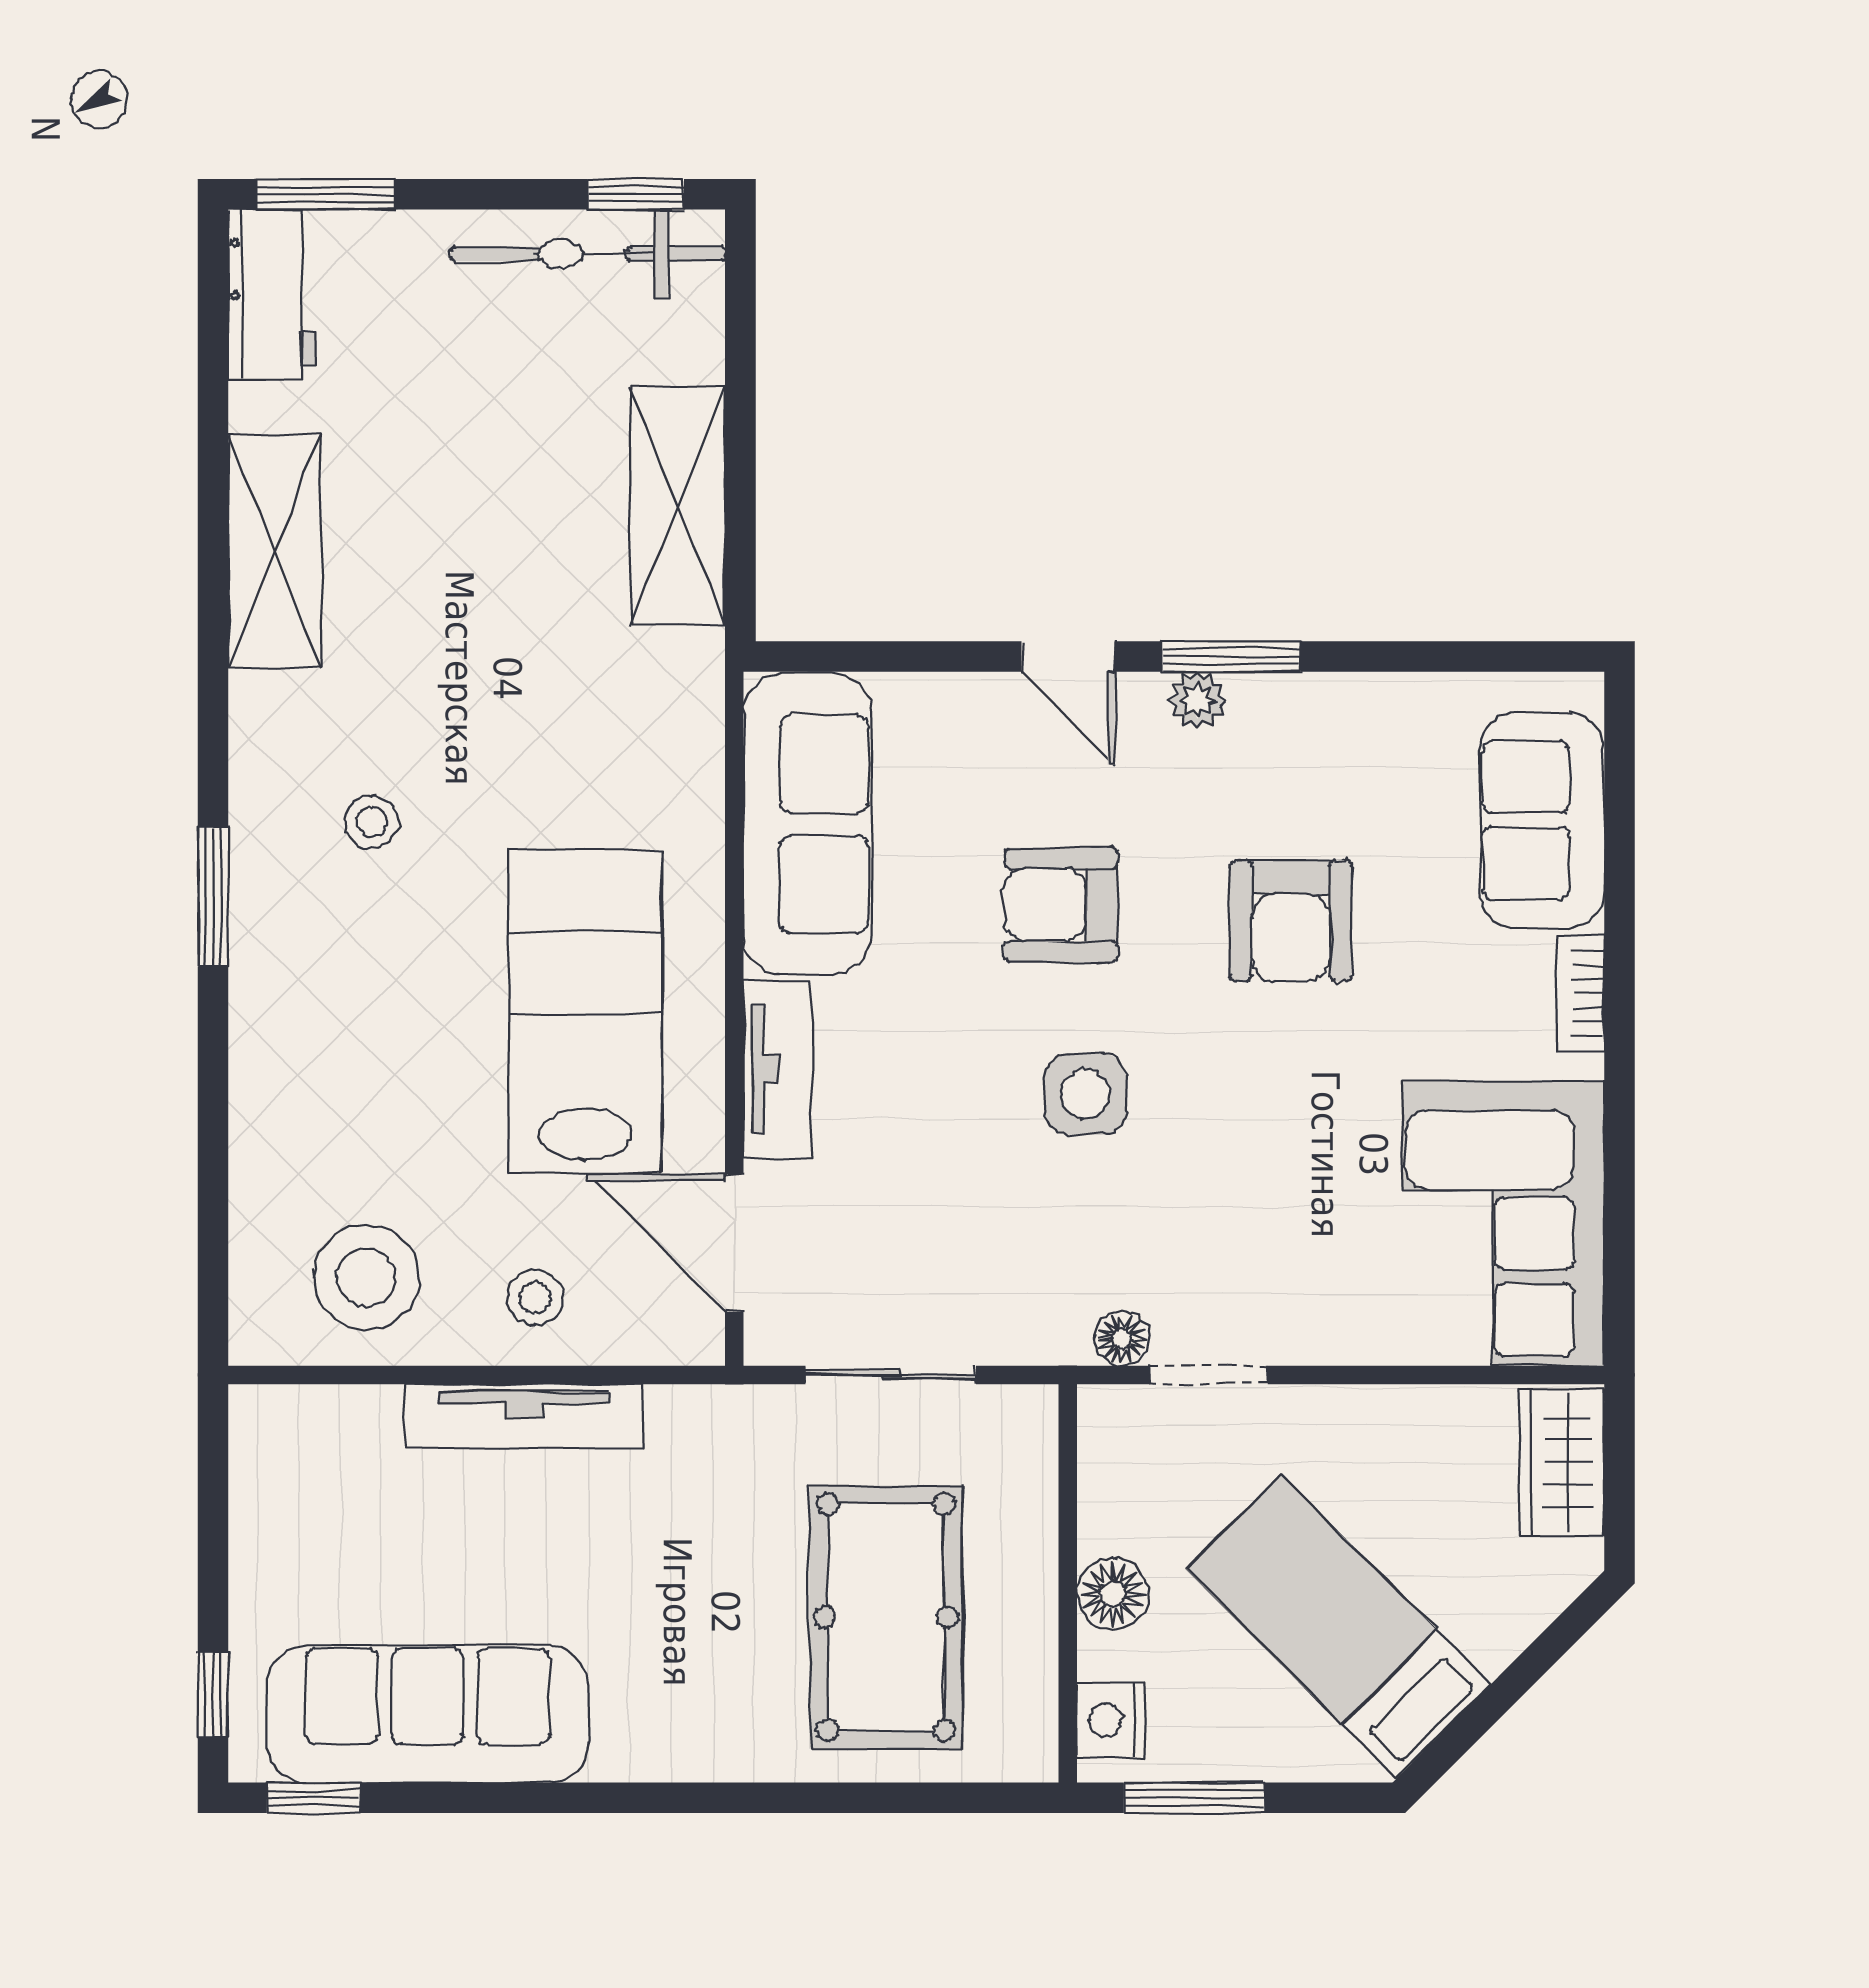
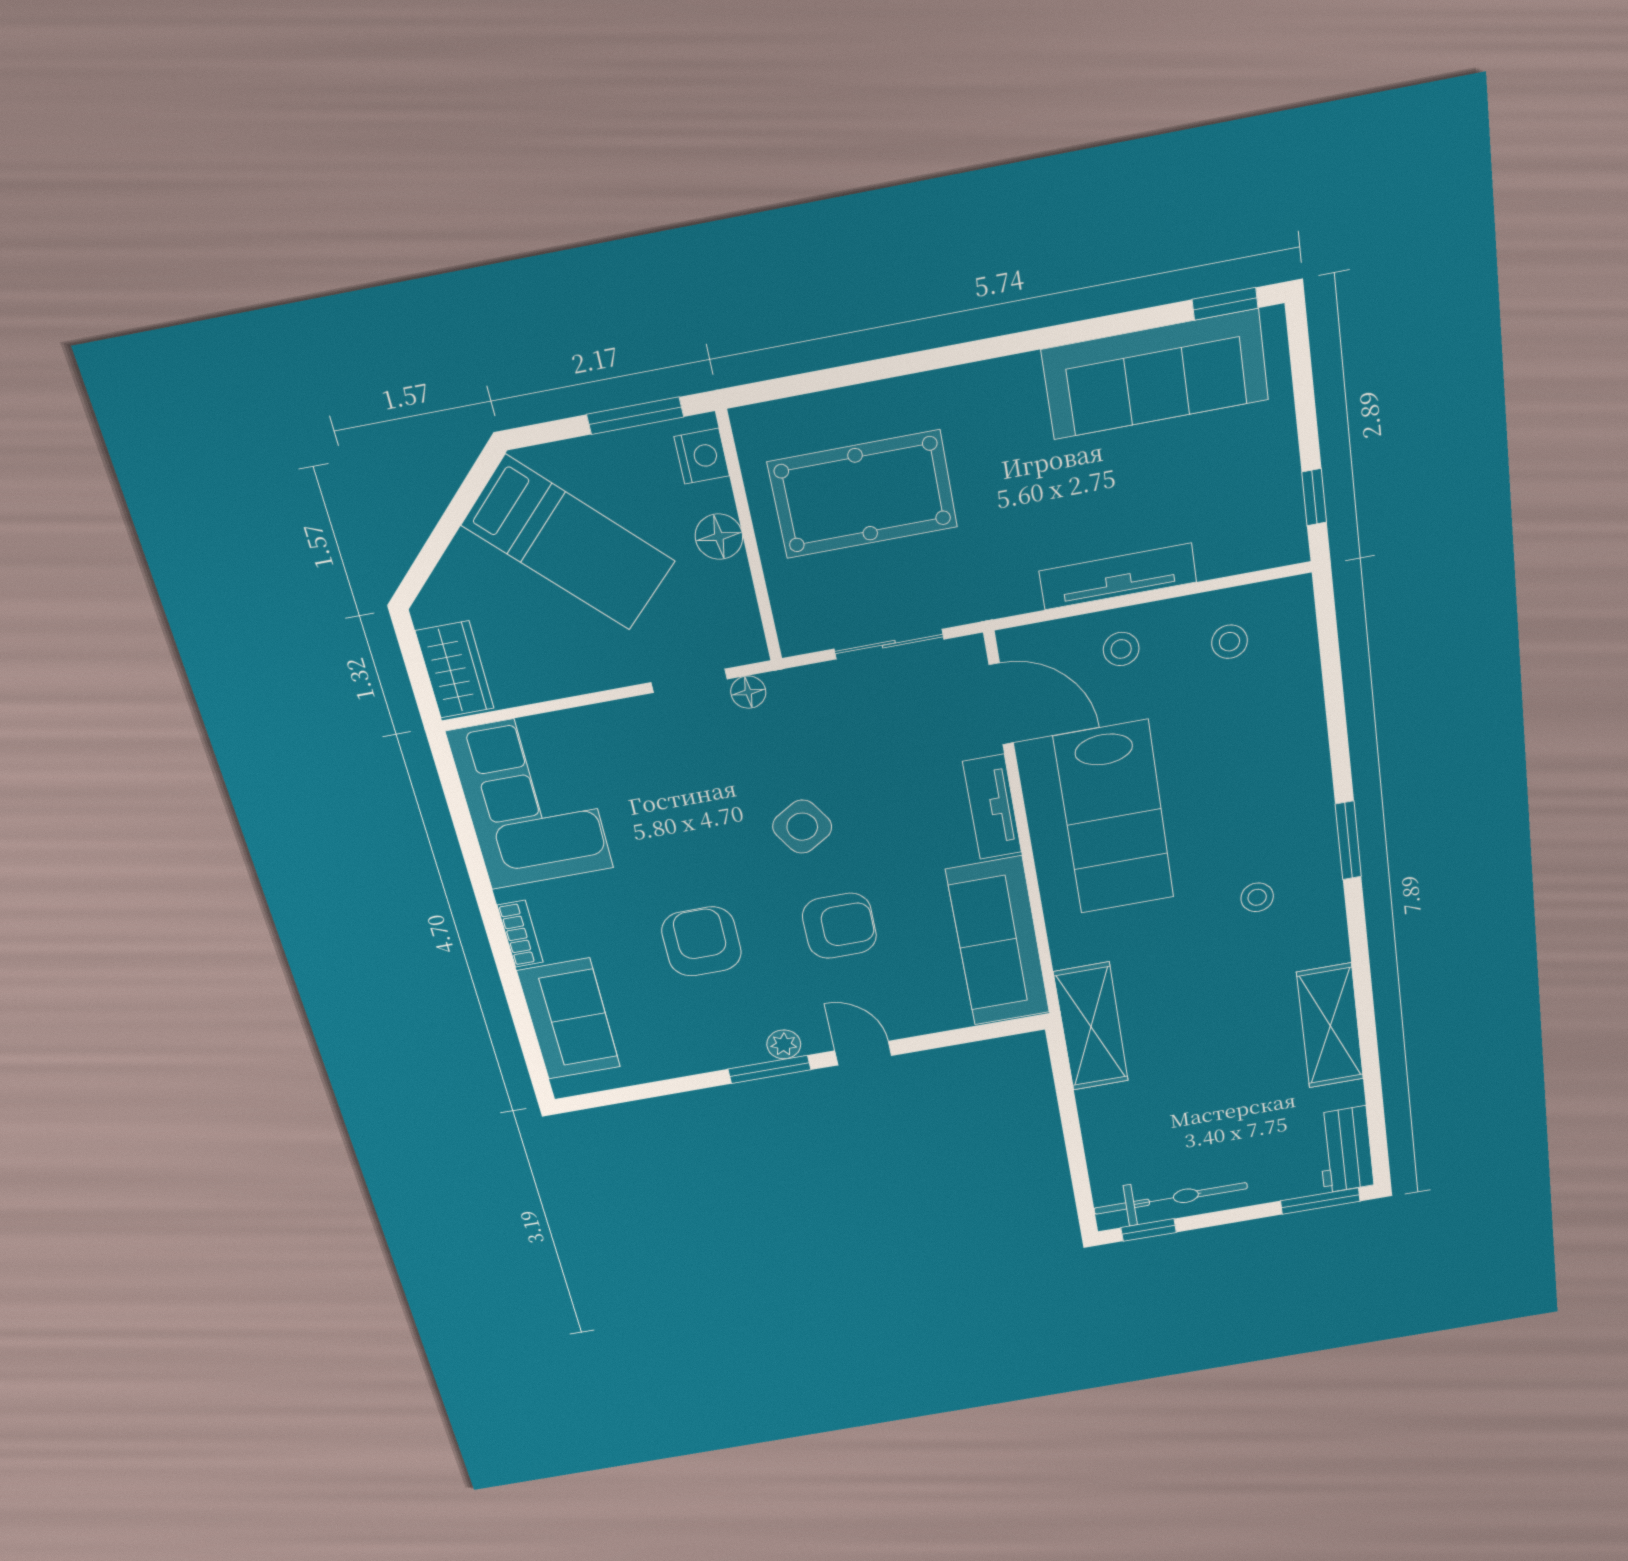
shelving: (678, 506) -> (1091, 1027), moved
side table: (1085, 1094) -> (802, 827), turned -32
stool: (366, 1277) -> (1229, 642), width x0.53, depth x0.53
pool table: (886, 1617) -> (863, 495), turned 90
window: (213, 1695) -> (1314, 497), moved

